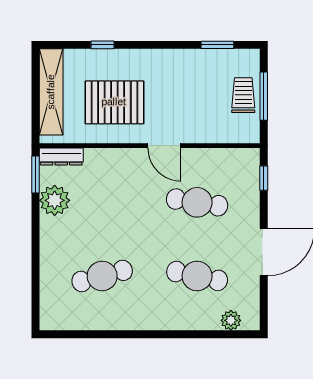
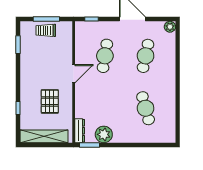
pallet: (114, 102) -> (50, 101), width x0.73, depth x0.71
plant: (231, 320) -> (170, 27), moved

